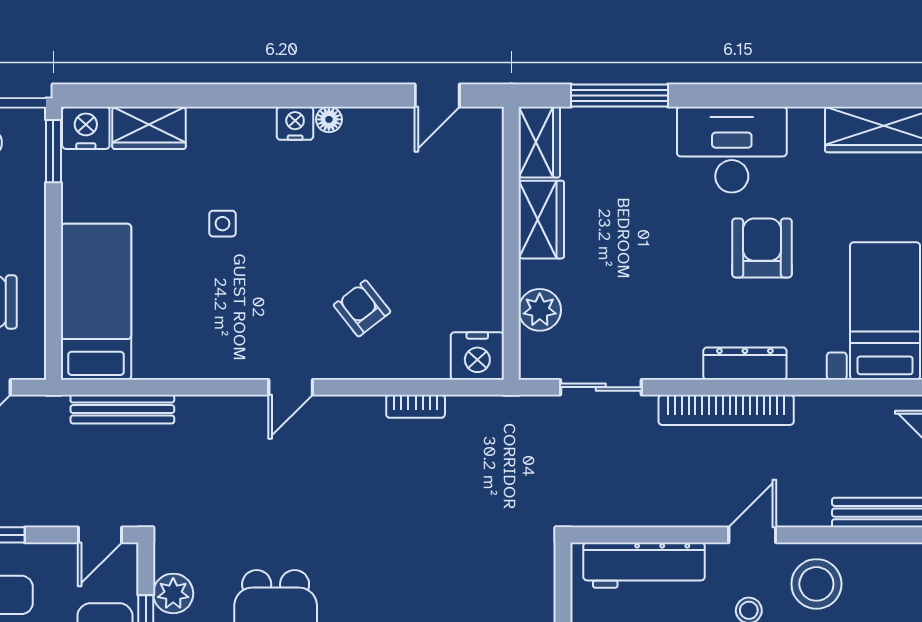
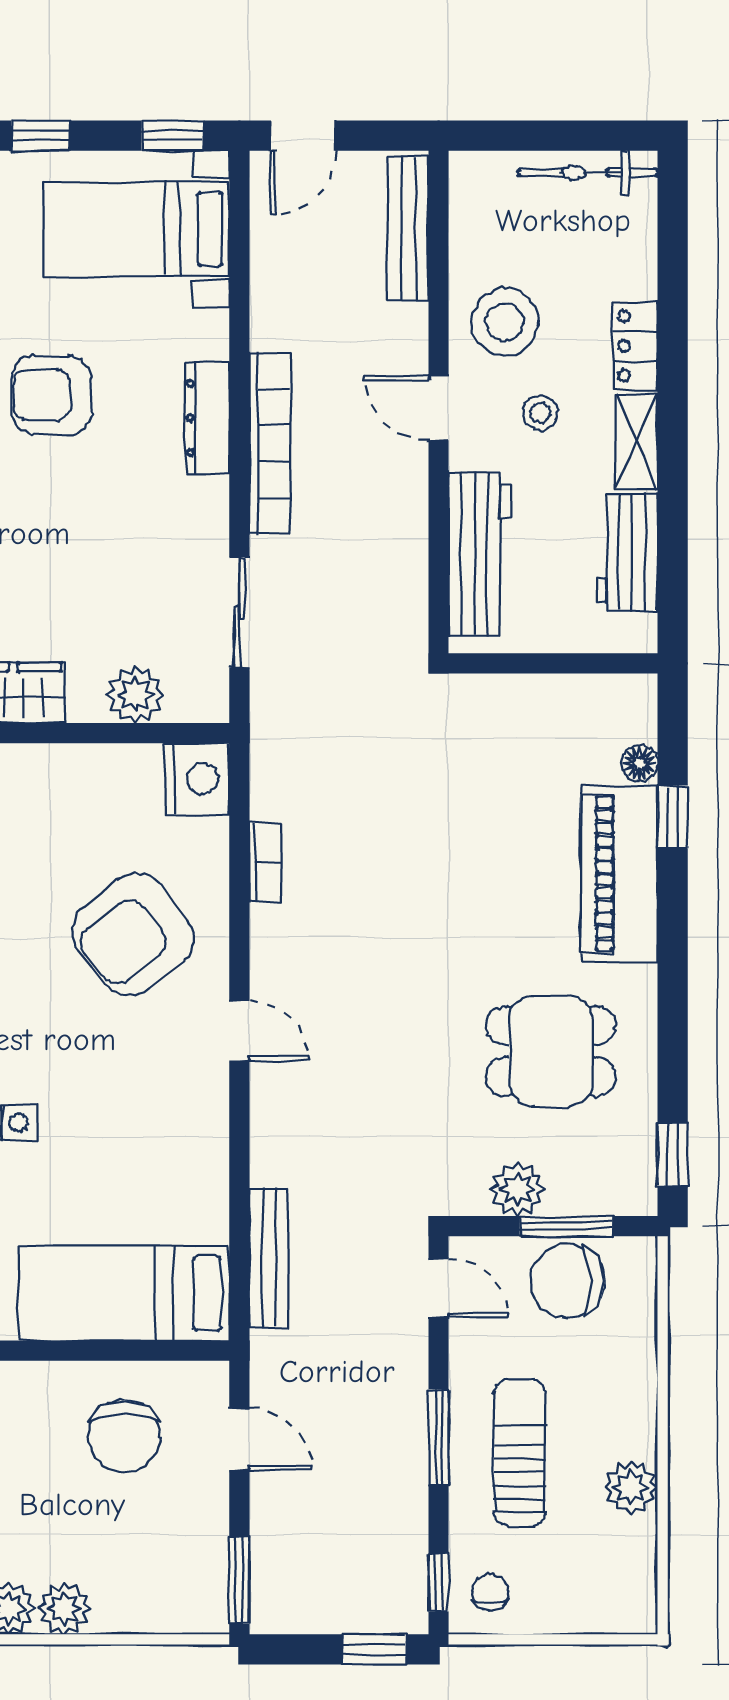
armchair: (362, 308) -> (133, 934), width x1.88, depth x1.88

